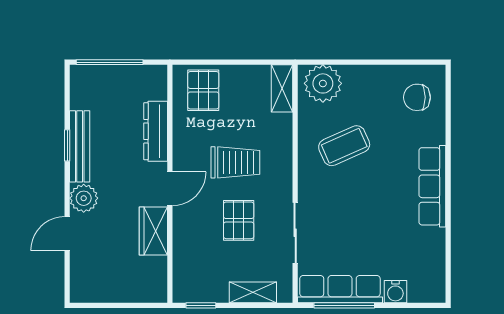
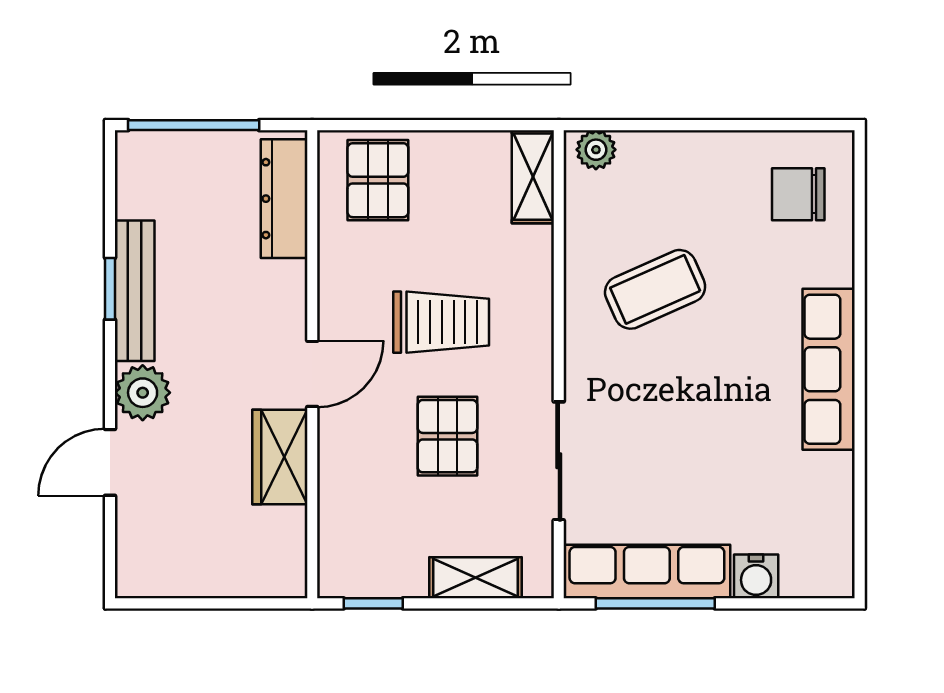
plant: (323, 83) -> (596, 150), width x0.53, depth x0.53
dresser: (156, 131) -> (284, 199), moved

